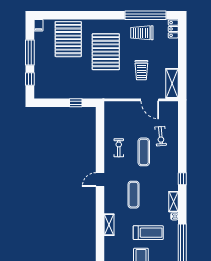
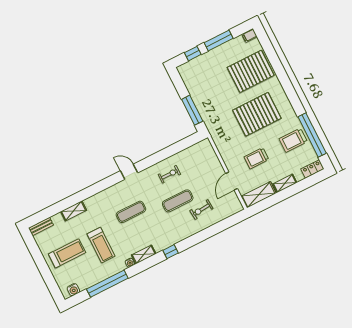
trolley: (142, 33) -> (293, 140), turned -90
shelving: (174, 57) -> (285, 183), added
window: (76, 103) -> (192, 110), width x2.17
shelving: (109, 225) -> (74, 211), moved

